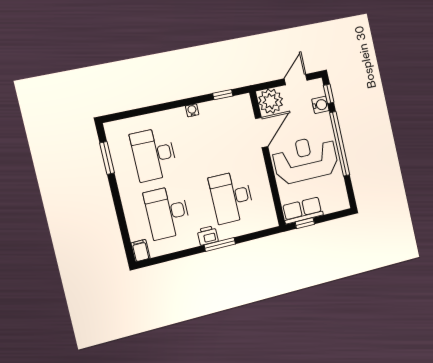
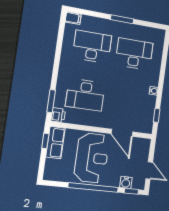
plant: (271, 101) -> (141, 147), removed
window: (107, 158) -> (122, 19), moved
desk: (232, 197) -> (85, 95), turned 180
printer: (208, 235) -> (58, 115), moved
window: (220, 244) -> (51, 101), moved

